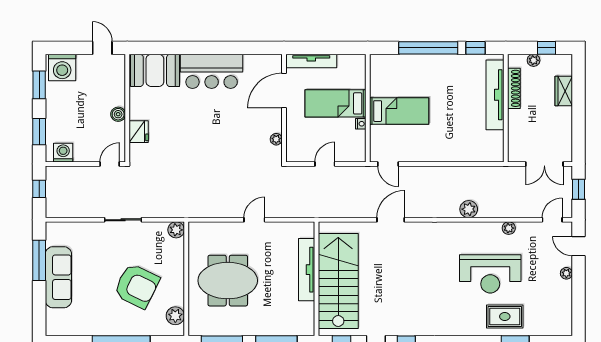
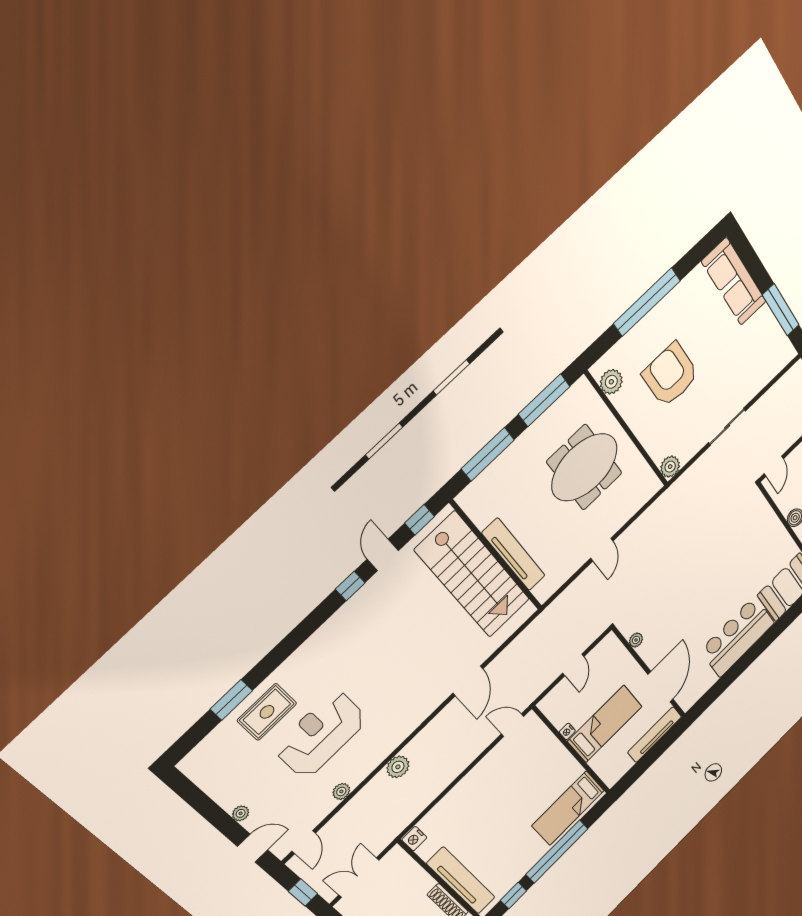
bed: (399, 111) -> (568, 808), moved
fridge: (139, 132) -> (767, 521), removed
nightstand: (497, 154) -> (414, 839), added
sofa: (58, 277) -> (734, 282), moved
armchair: (137, 286) -> (670, 375), turned 64

